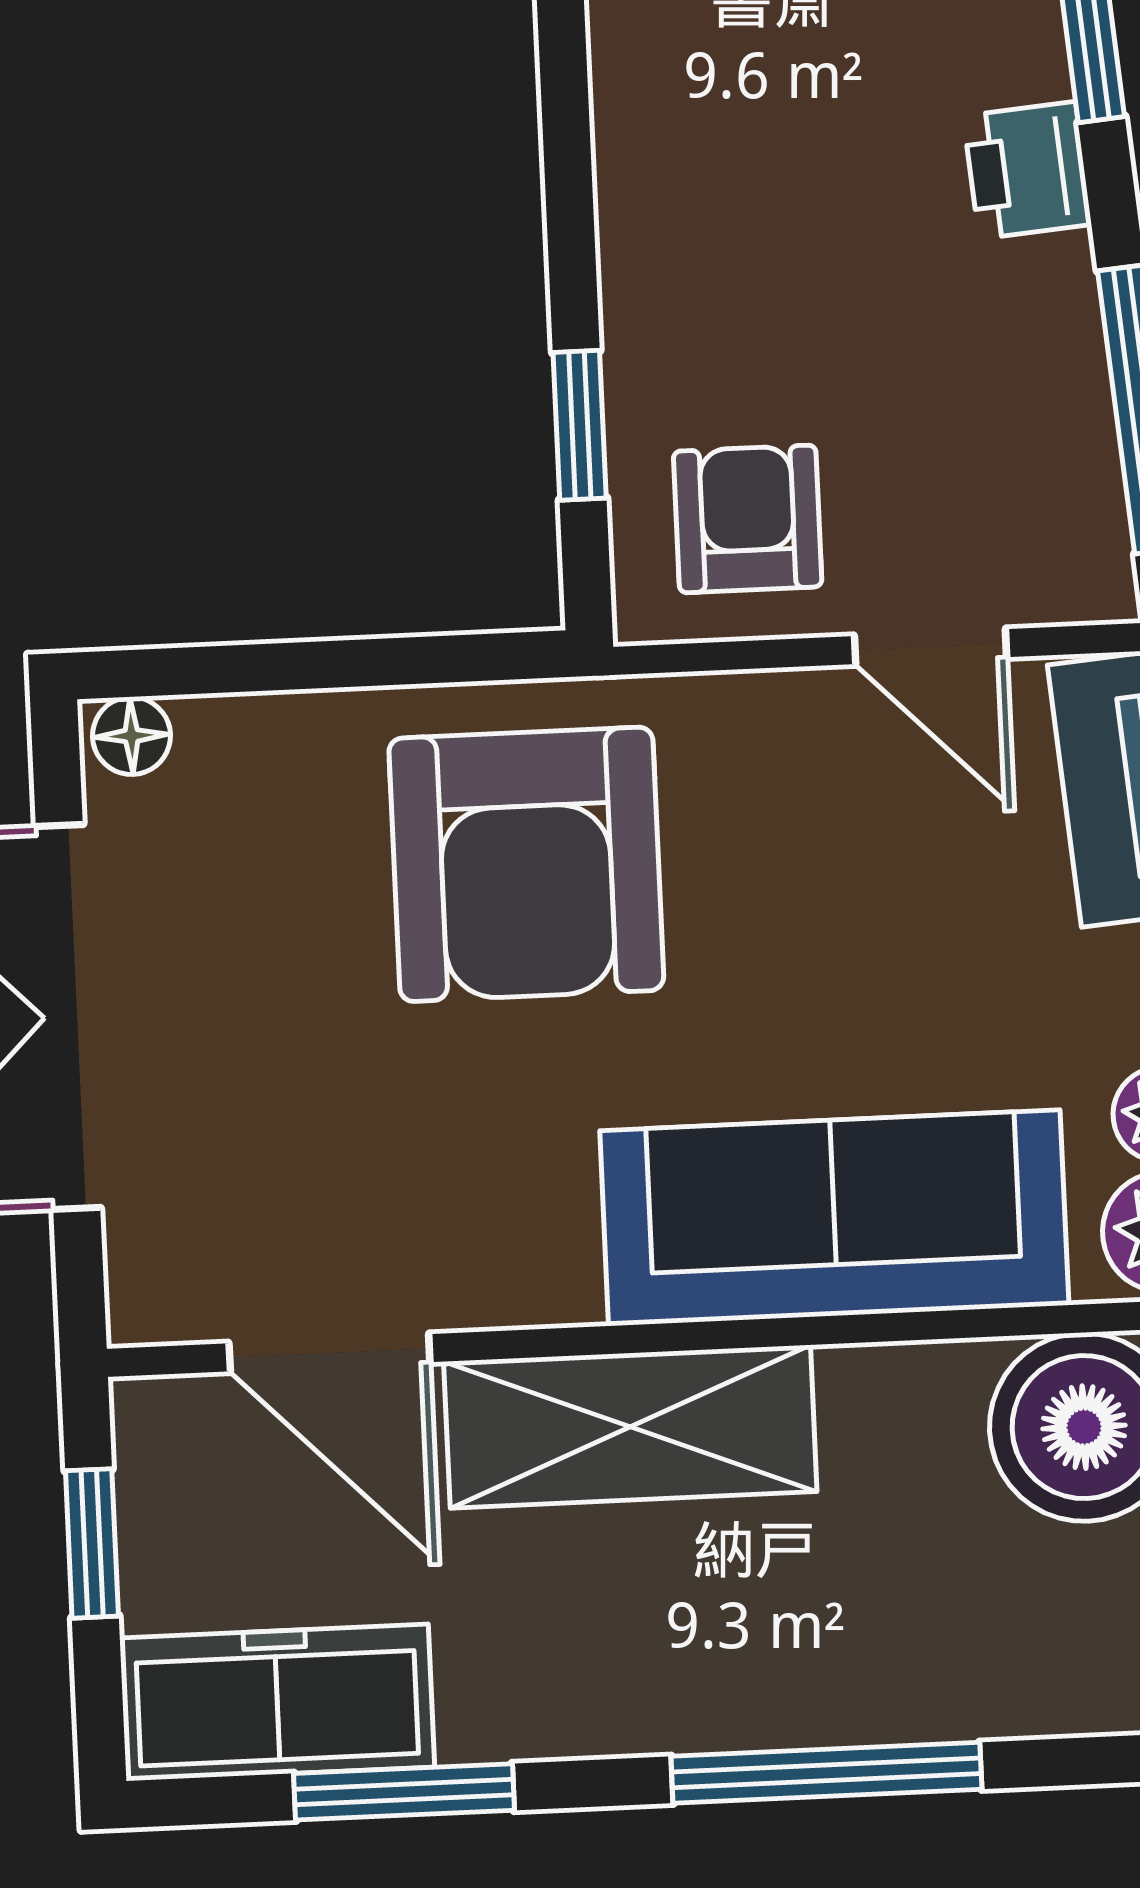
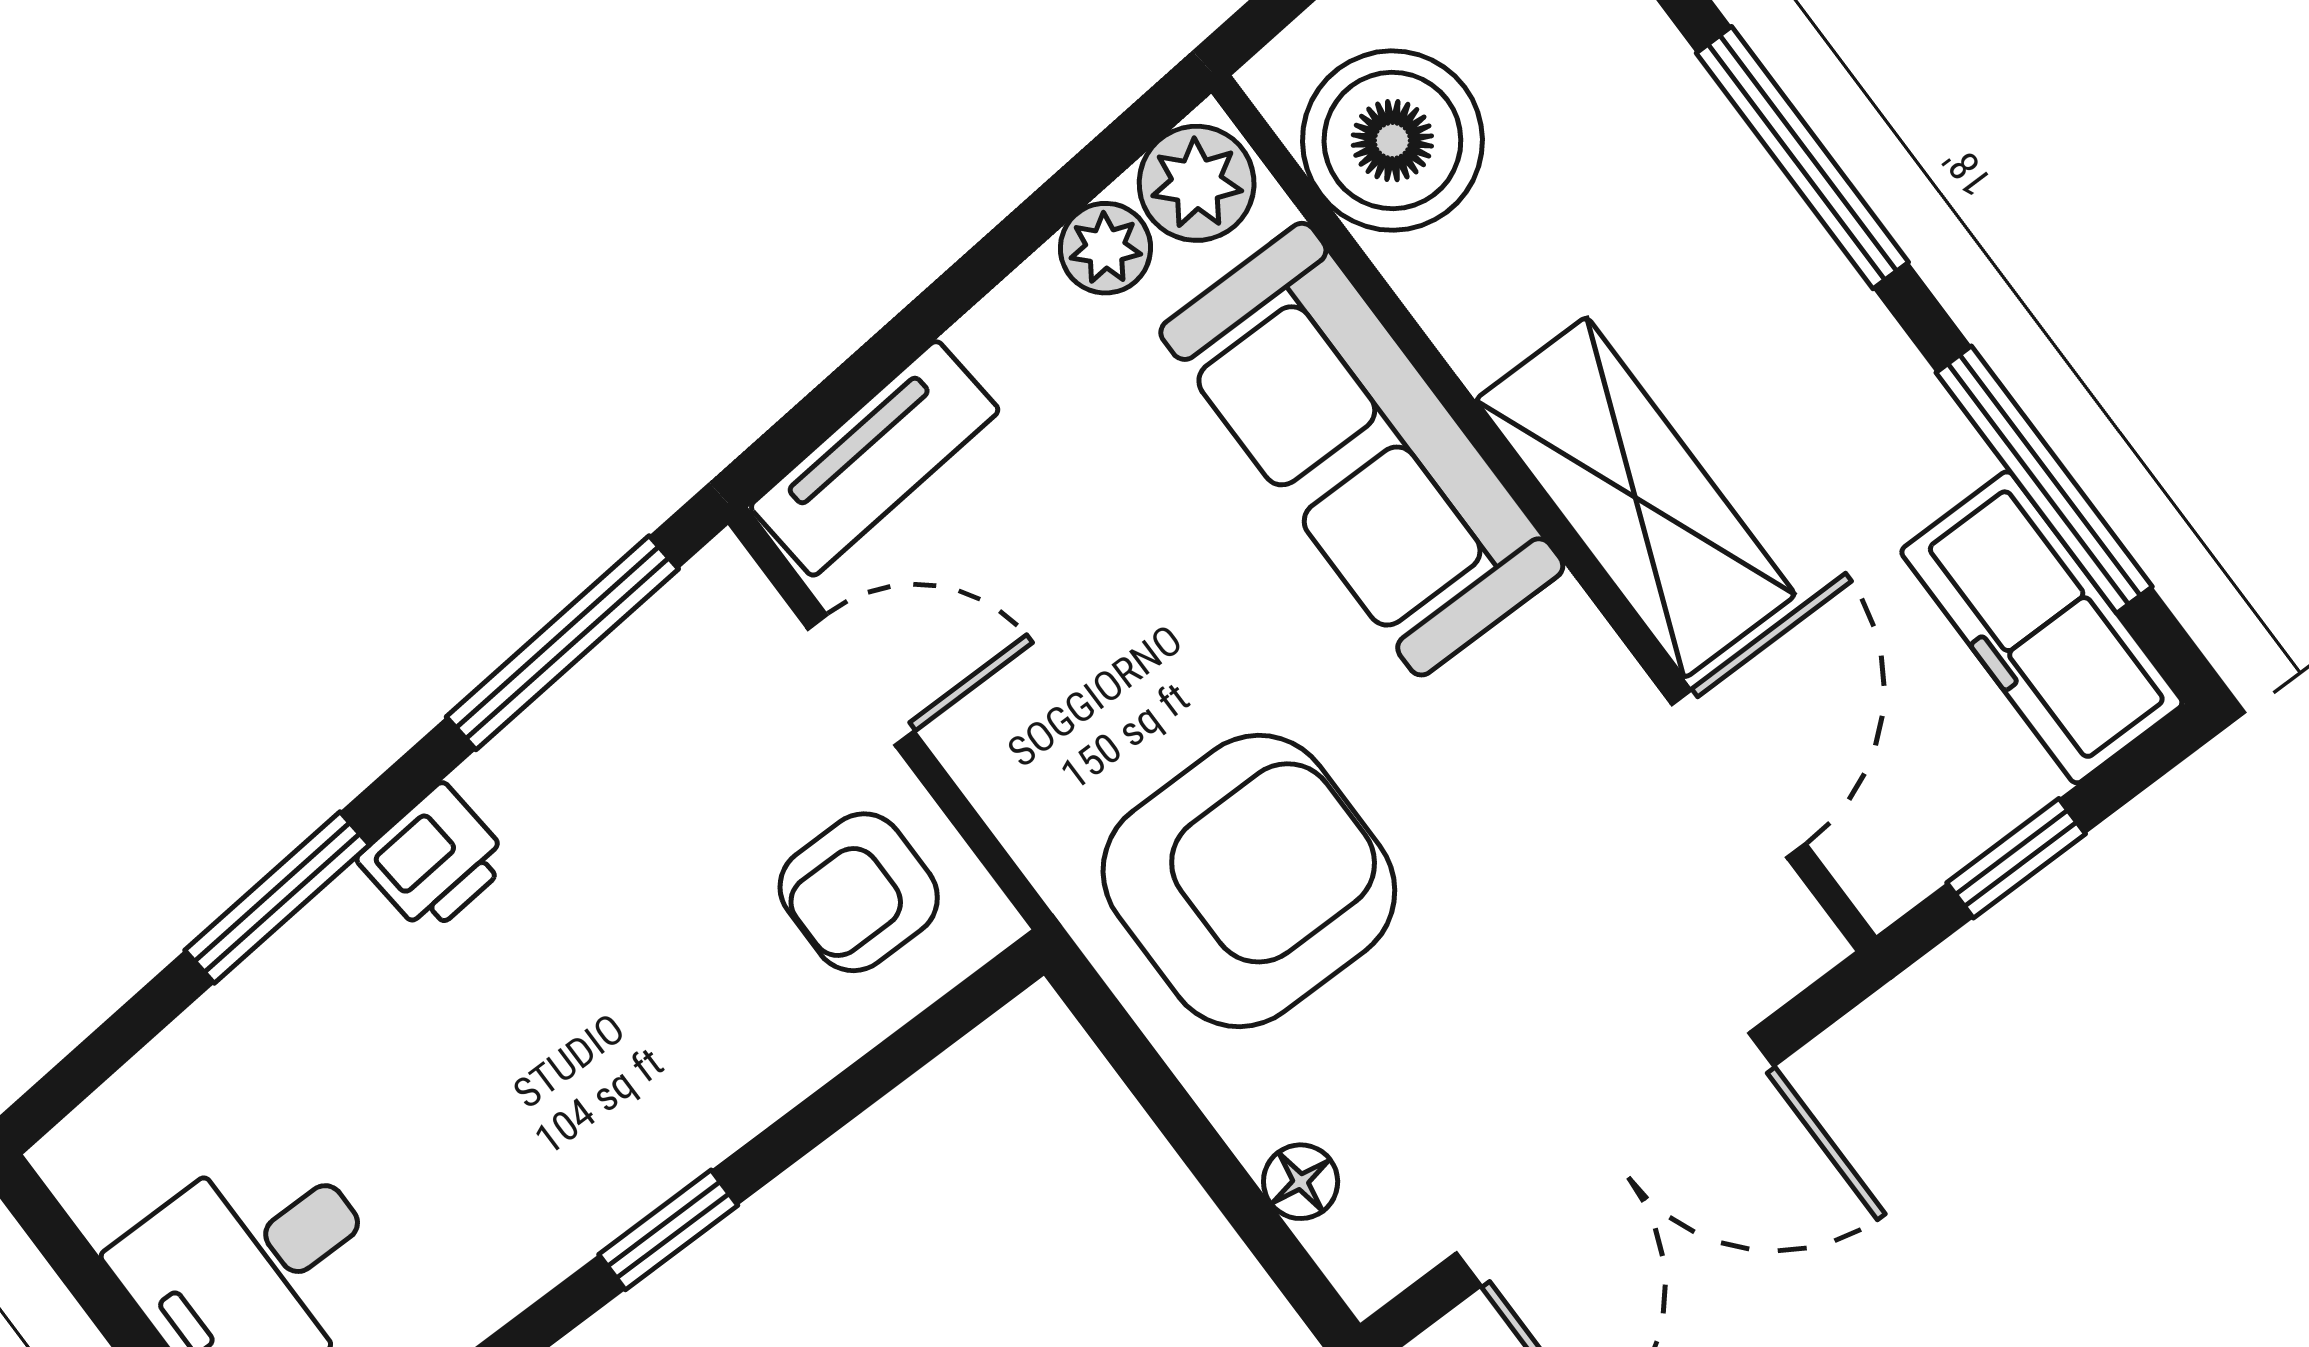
window: (580, 425) -> (668, 1230), moved
door: (930, 647) -> (861, 680), hinge flipped
floor lamp: (131, 736) -> (1301, 1182), moved
window: (404, 1792) -> (2044, 480), width x1.44

